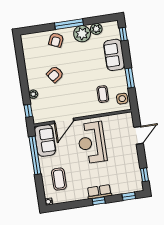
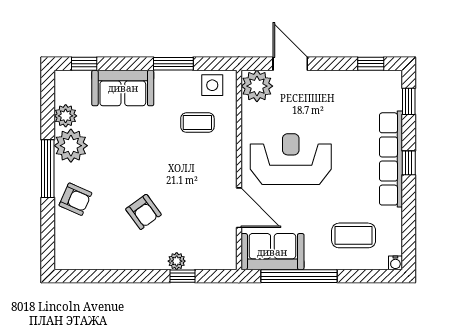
window: (28, 111) -> (183, 276), moved
plant: (125, 121) -> (257, 86), added
reception desk: (92, 143) -> (291, 159), turned 180
row of seats: (99, 192) -> (391, 159), width x2.02

